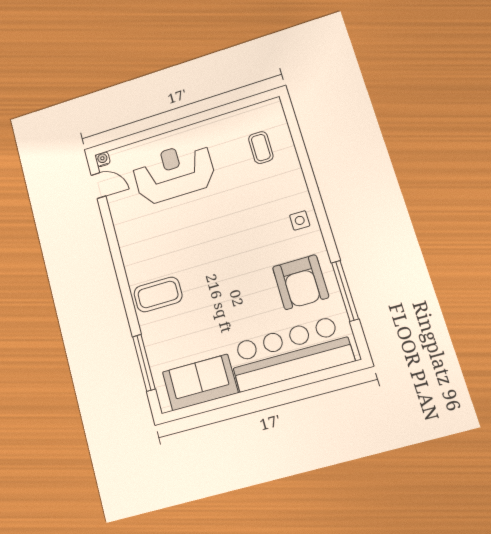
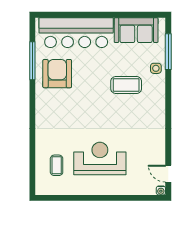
reception desk: (174, 173) -> (100, 158), moved, turned 180
side table: (300, 220) -> (156, 68), moved
coffee table: (158, 294) -> (126, 85), moved

